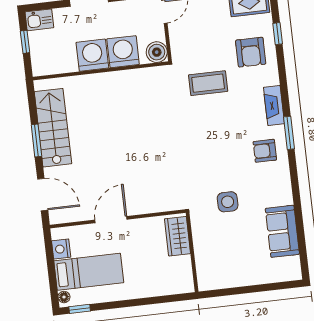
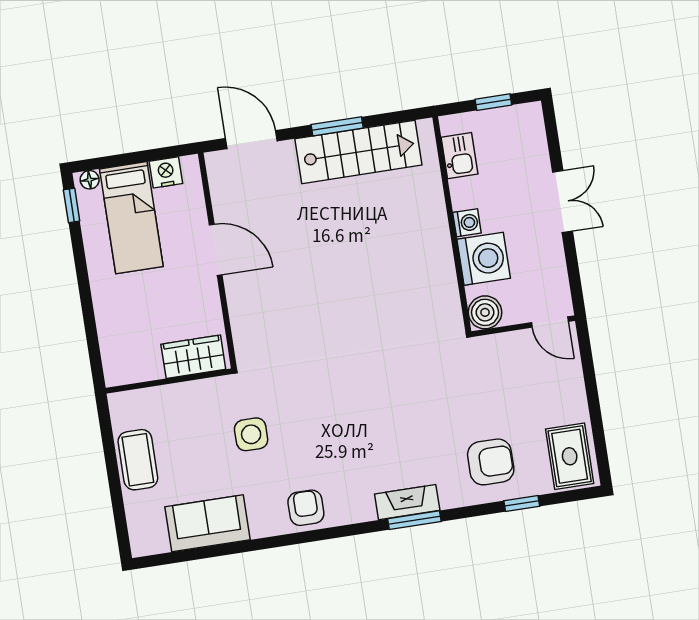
kitchen sink: (39, 20) -> (459, 156), moved, turned 180
armchair: (251, 52) -> (491, 462), turned 180
washing machine: (92, 55) -> (467, 223), width x0.53, depth x0.53
coffee table: (208, 83) -> (138, 460), moved
window: (289, 133) -> (414, 520), moved
armchair: (265, 151) -> (306, 508), moved
door: (43, 195) -> (251, 140), swing flipped

